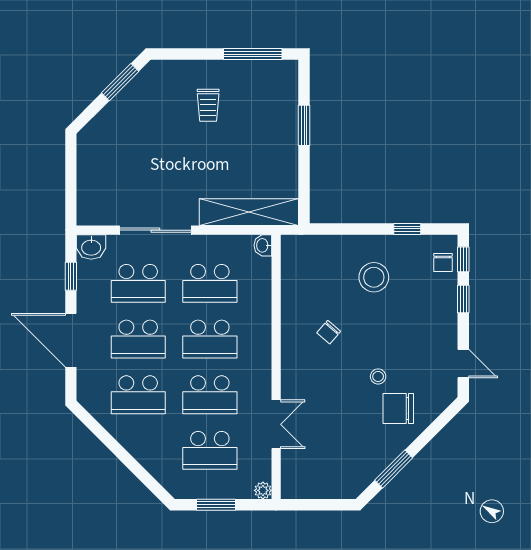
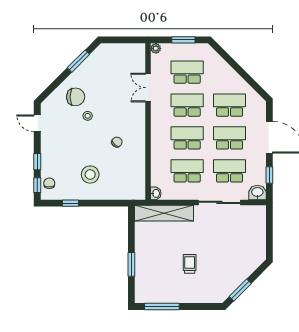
trolley: (208, 105) -> (190, 264), moved

